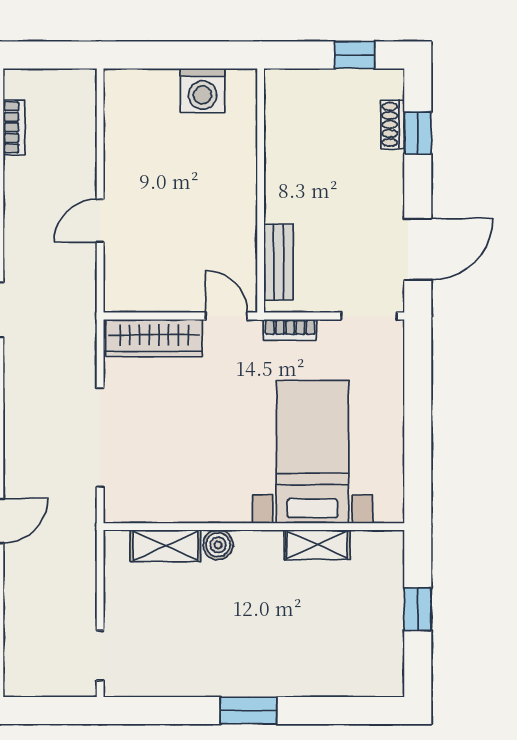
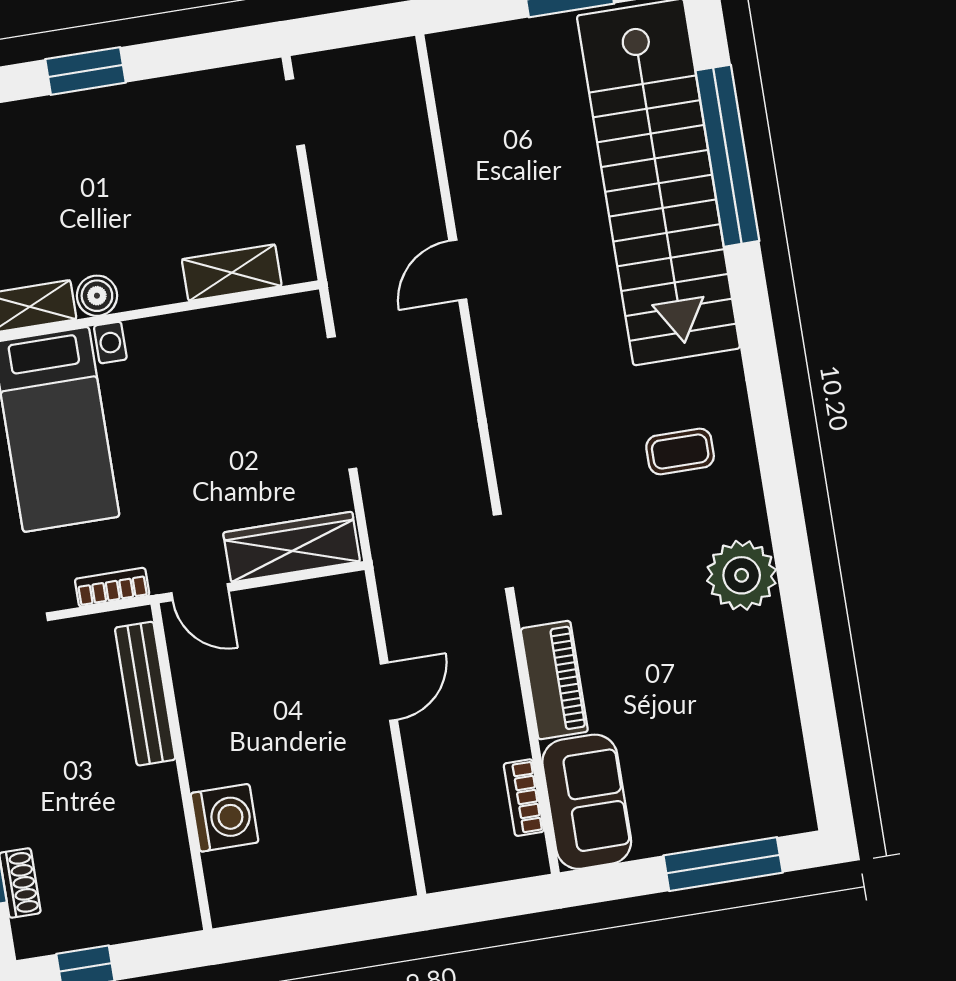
washing machine: (203, 91) -> (225, 818), moved, turned 90
bench: (279, 262) -> (145, 694), width x1.36
boiler: (218, 545) -> (97, 296), moved

